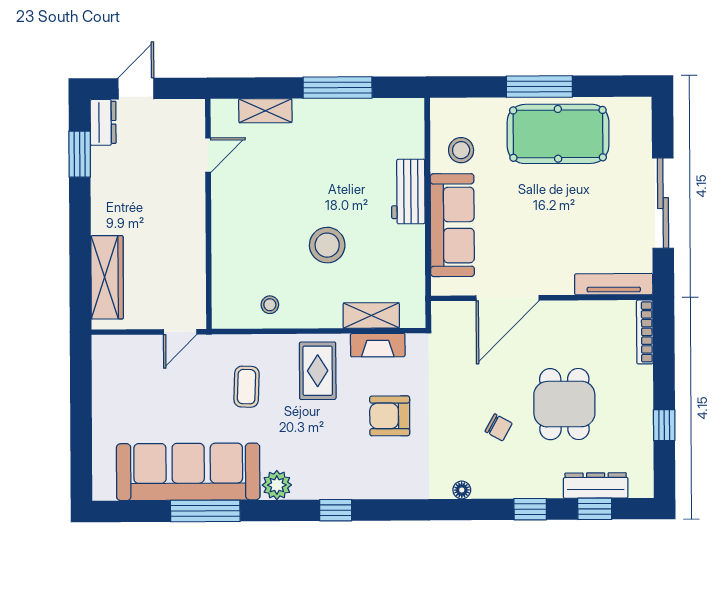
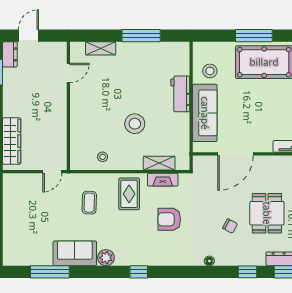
sofa: (188, 472) -> (75, 253), width x0.54, depth x0.79
window: (205, 511) -> (50, 272), moved

